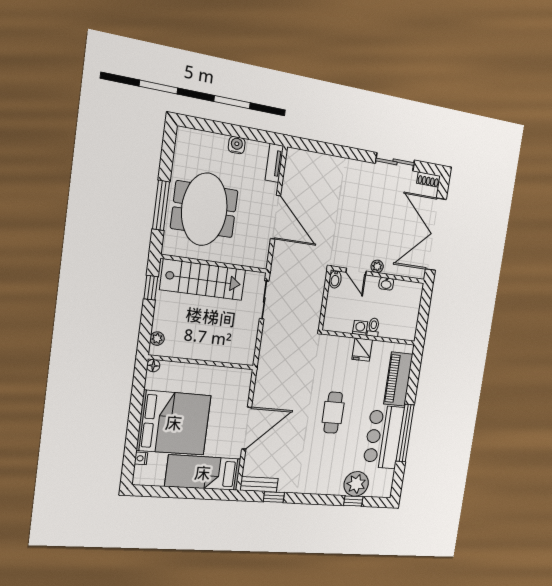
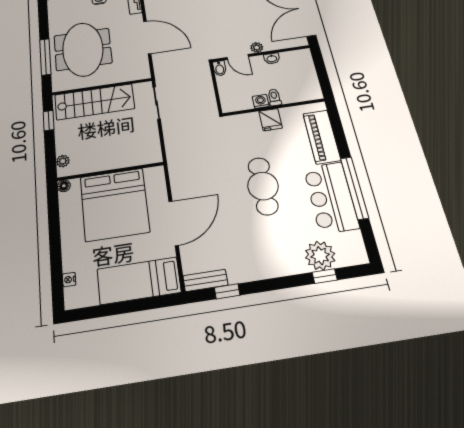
cafe table: (333, 413) -> (263, 186), width x1.37, depth x1.35
bed: (174, 423) -> (115, 204), moved, turned 90

